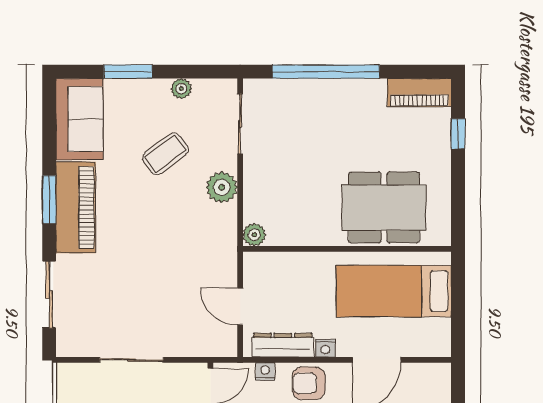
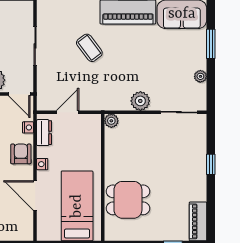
window: (326, 72) -> (211, 164), width x0.32
coffee table: (165, 154) -> (89, 48), moved
dining table: (384, 207) -> (128, 200), width x0.73
dresser: (283, 345) -> (44, 133), width x0.70

